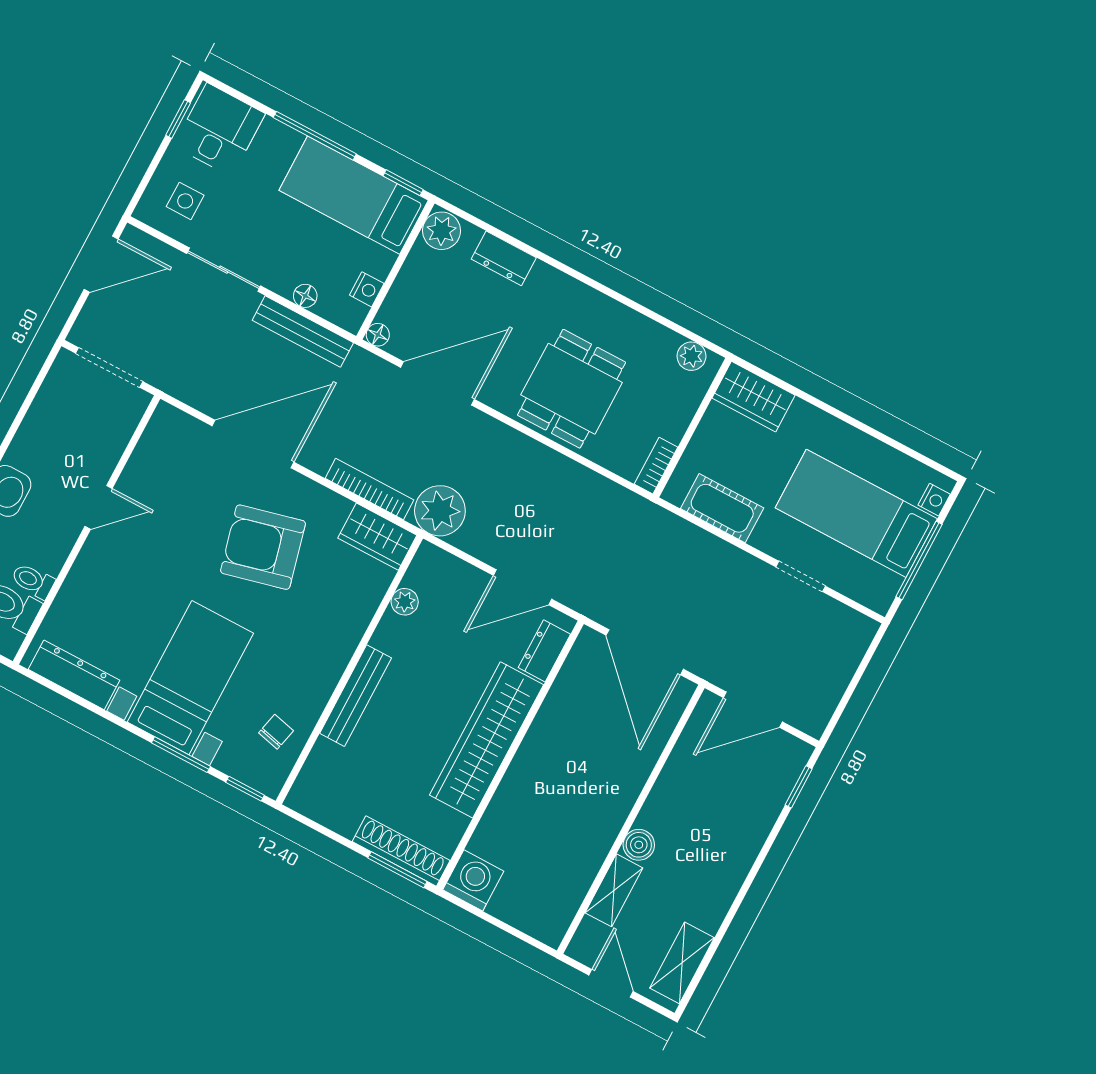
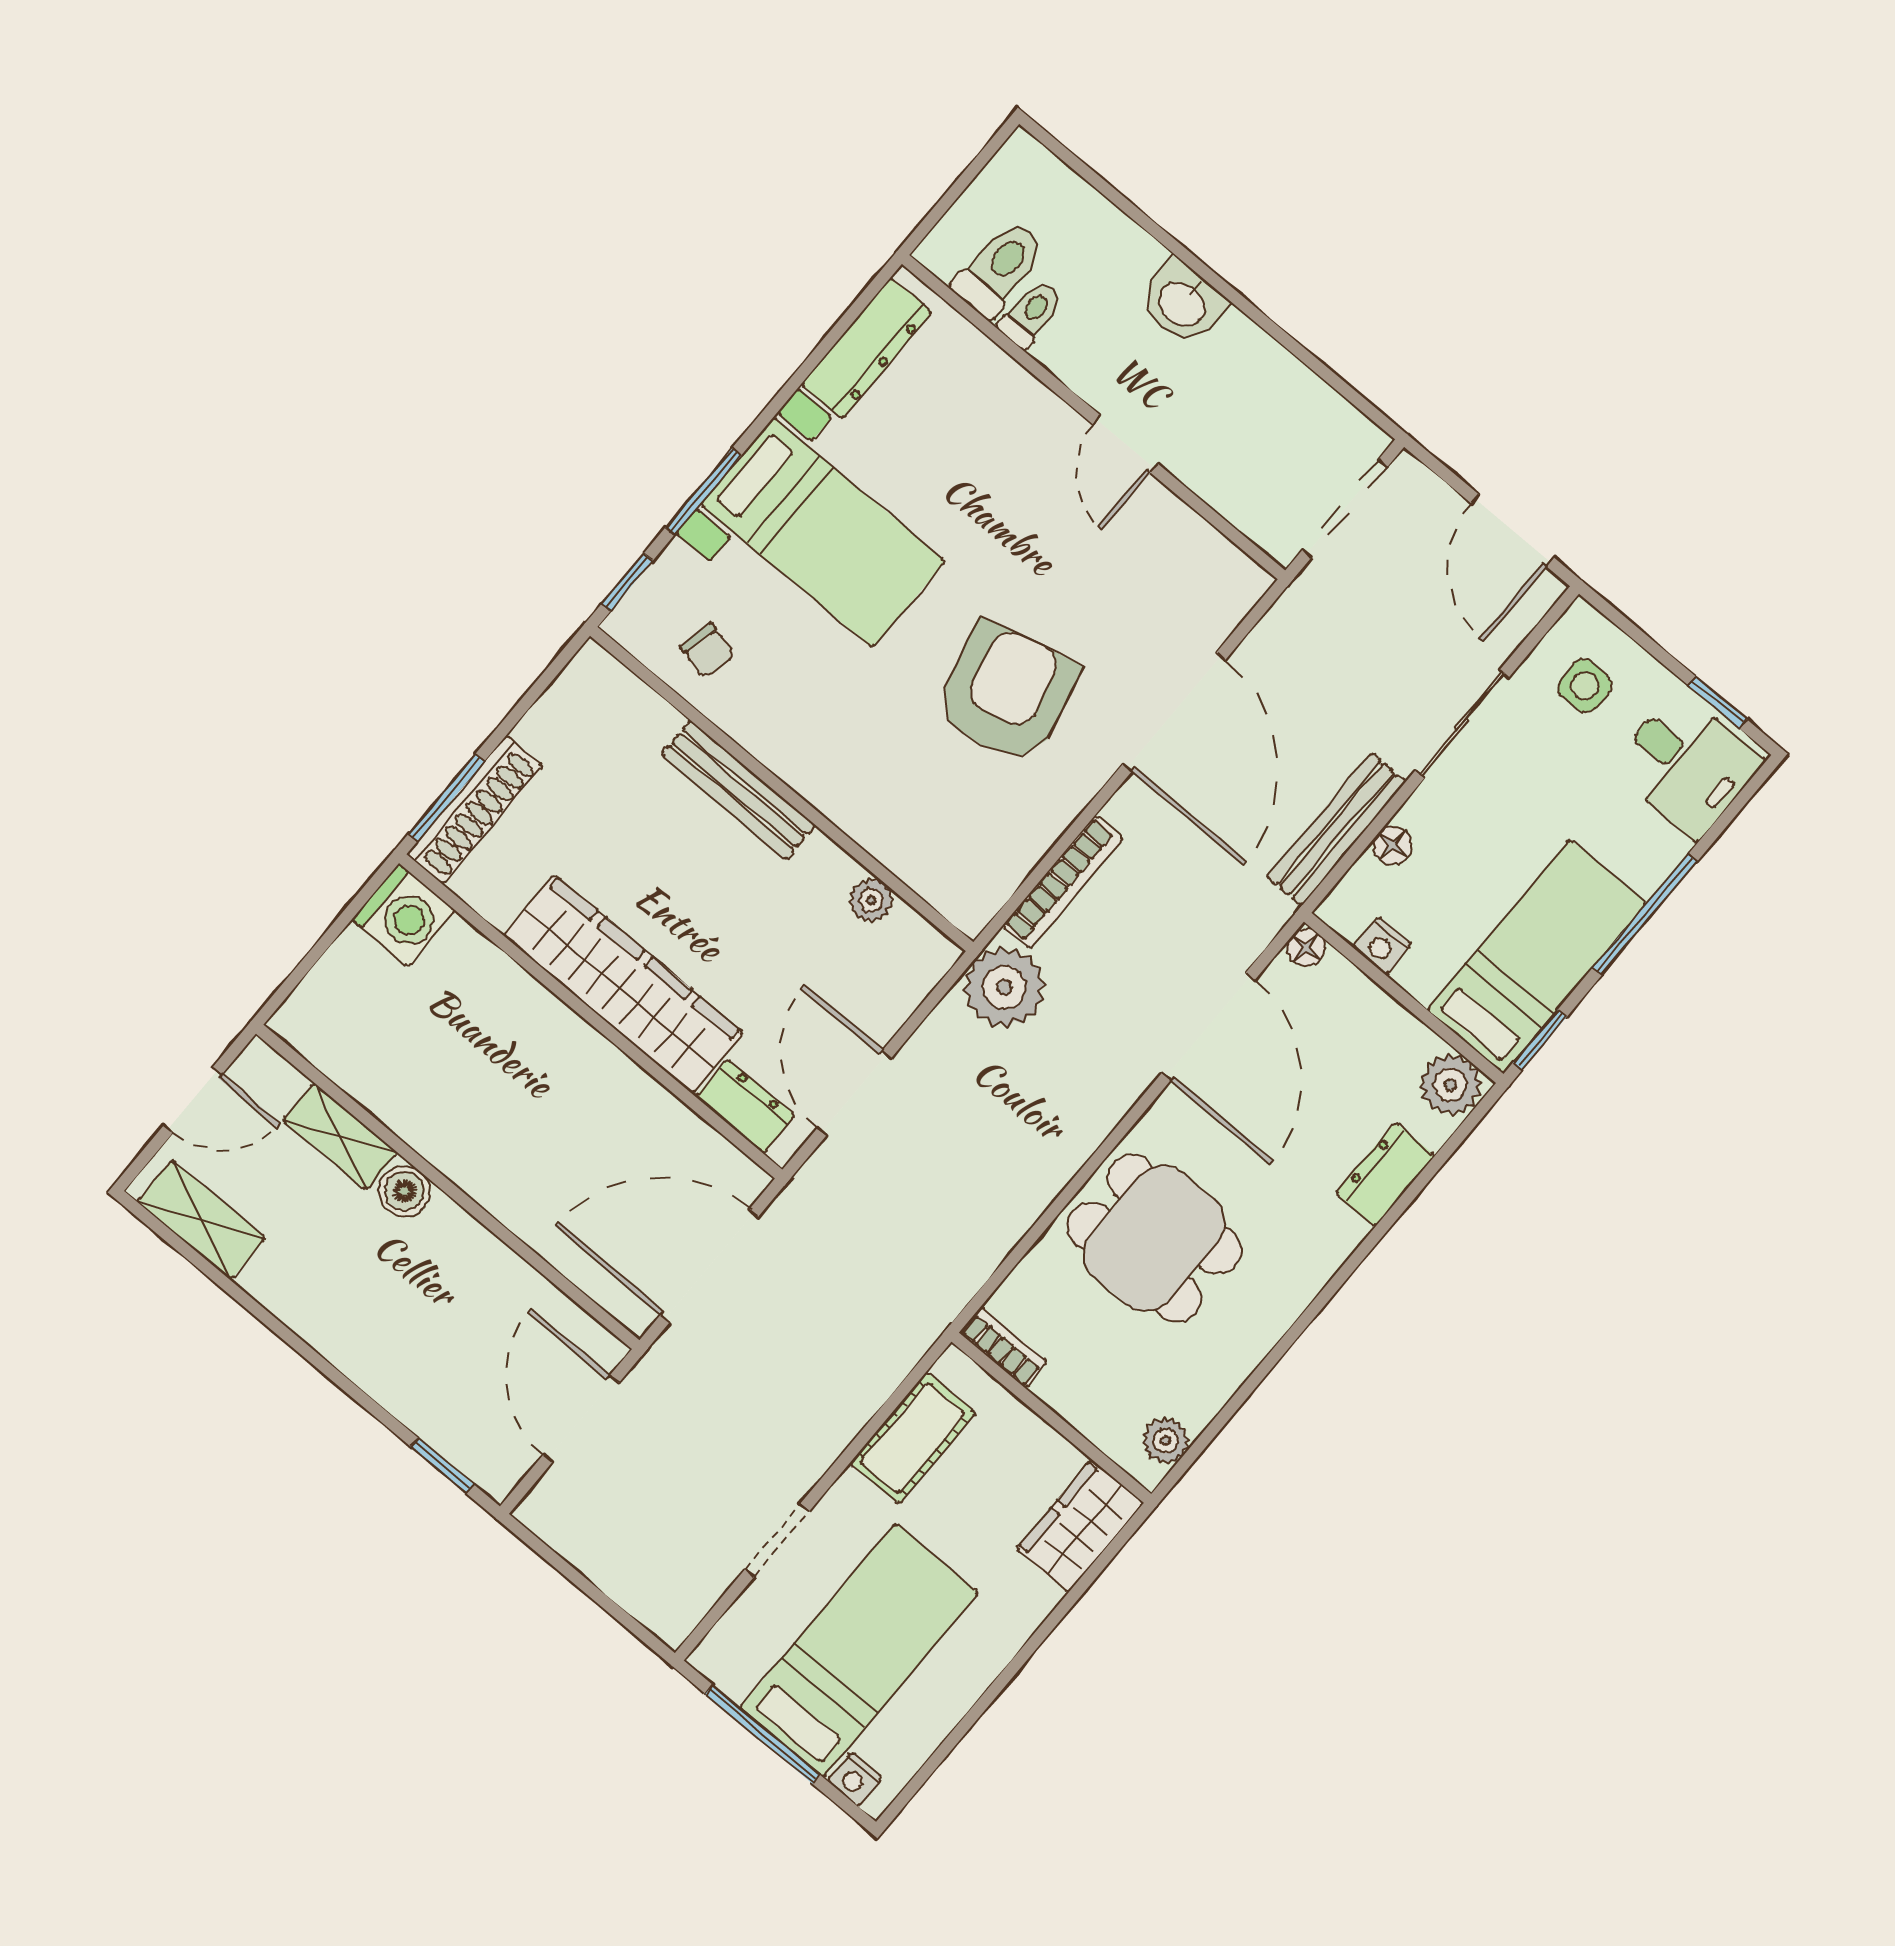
wardrobe: (377, 537) -> (984, 879), removed

